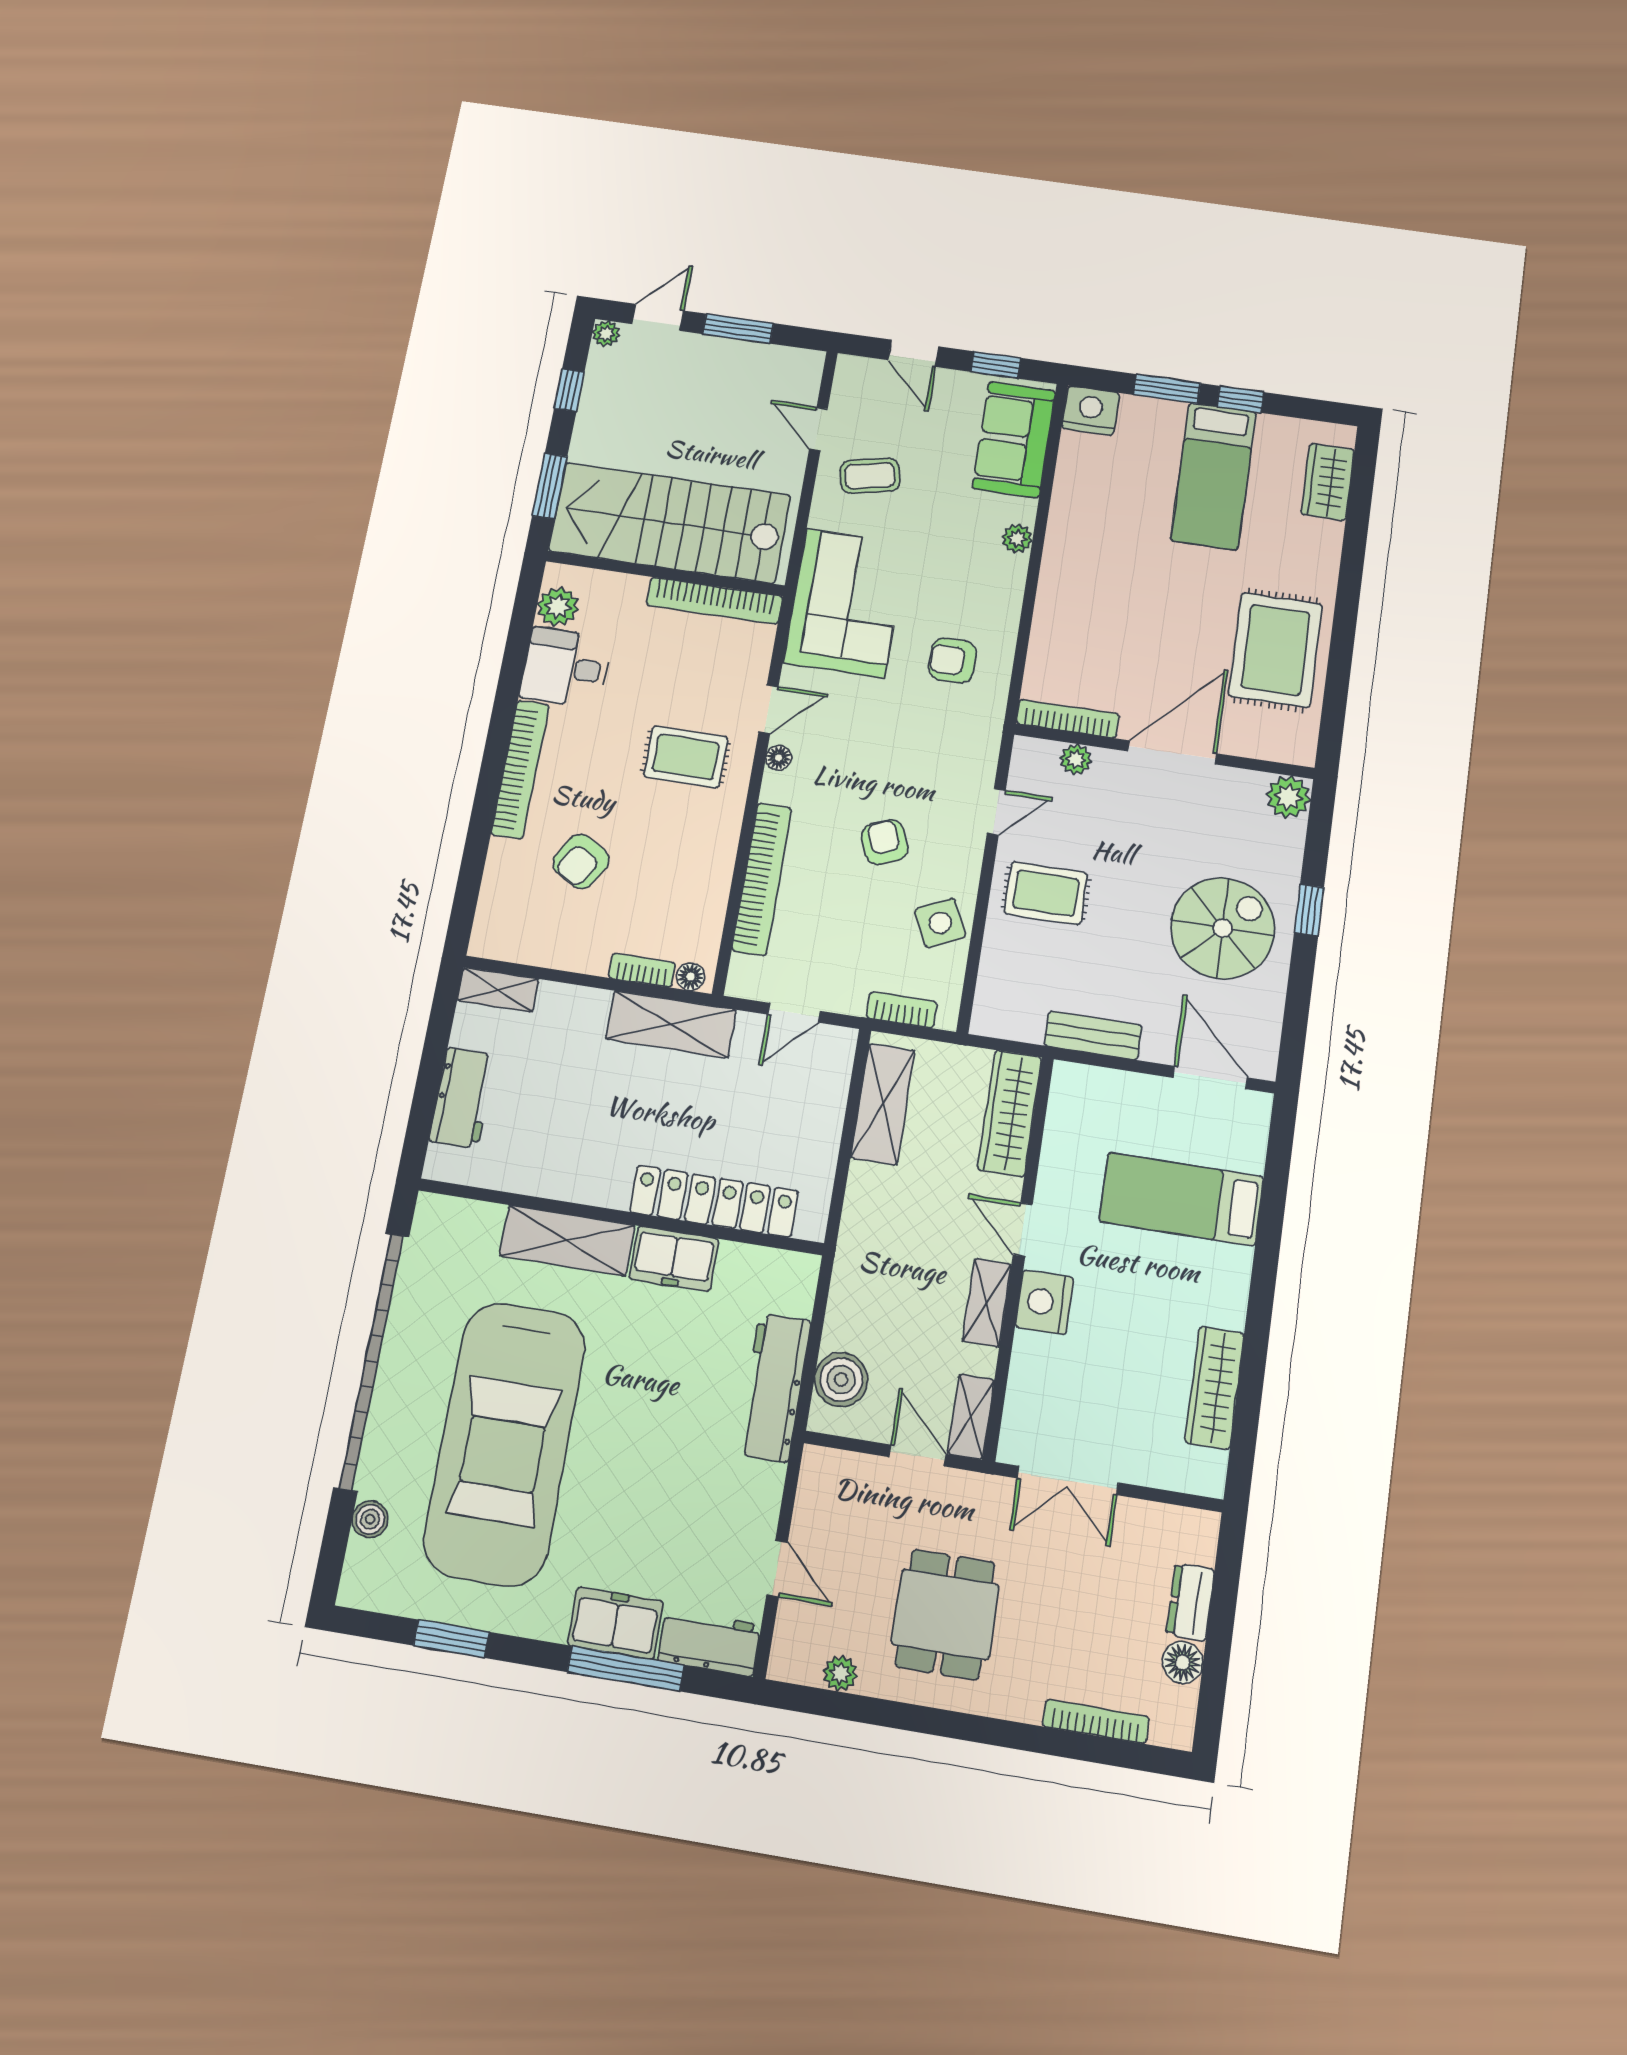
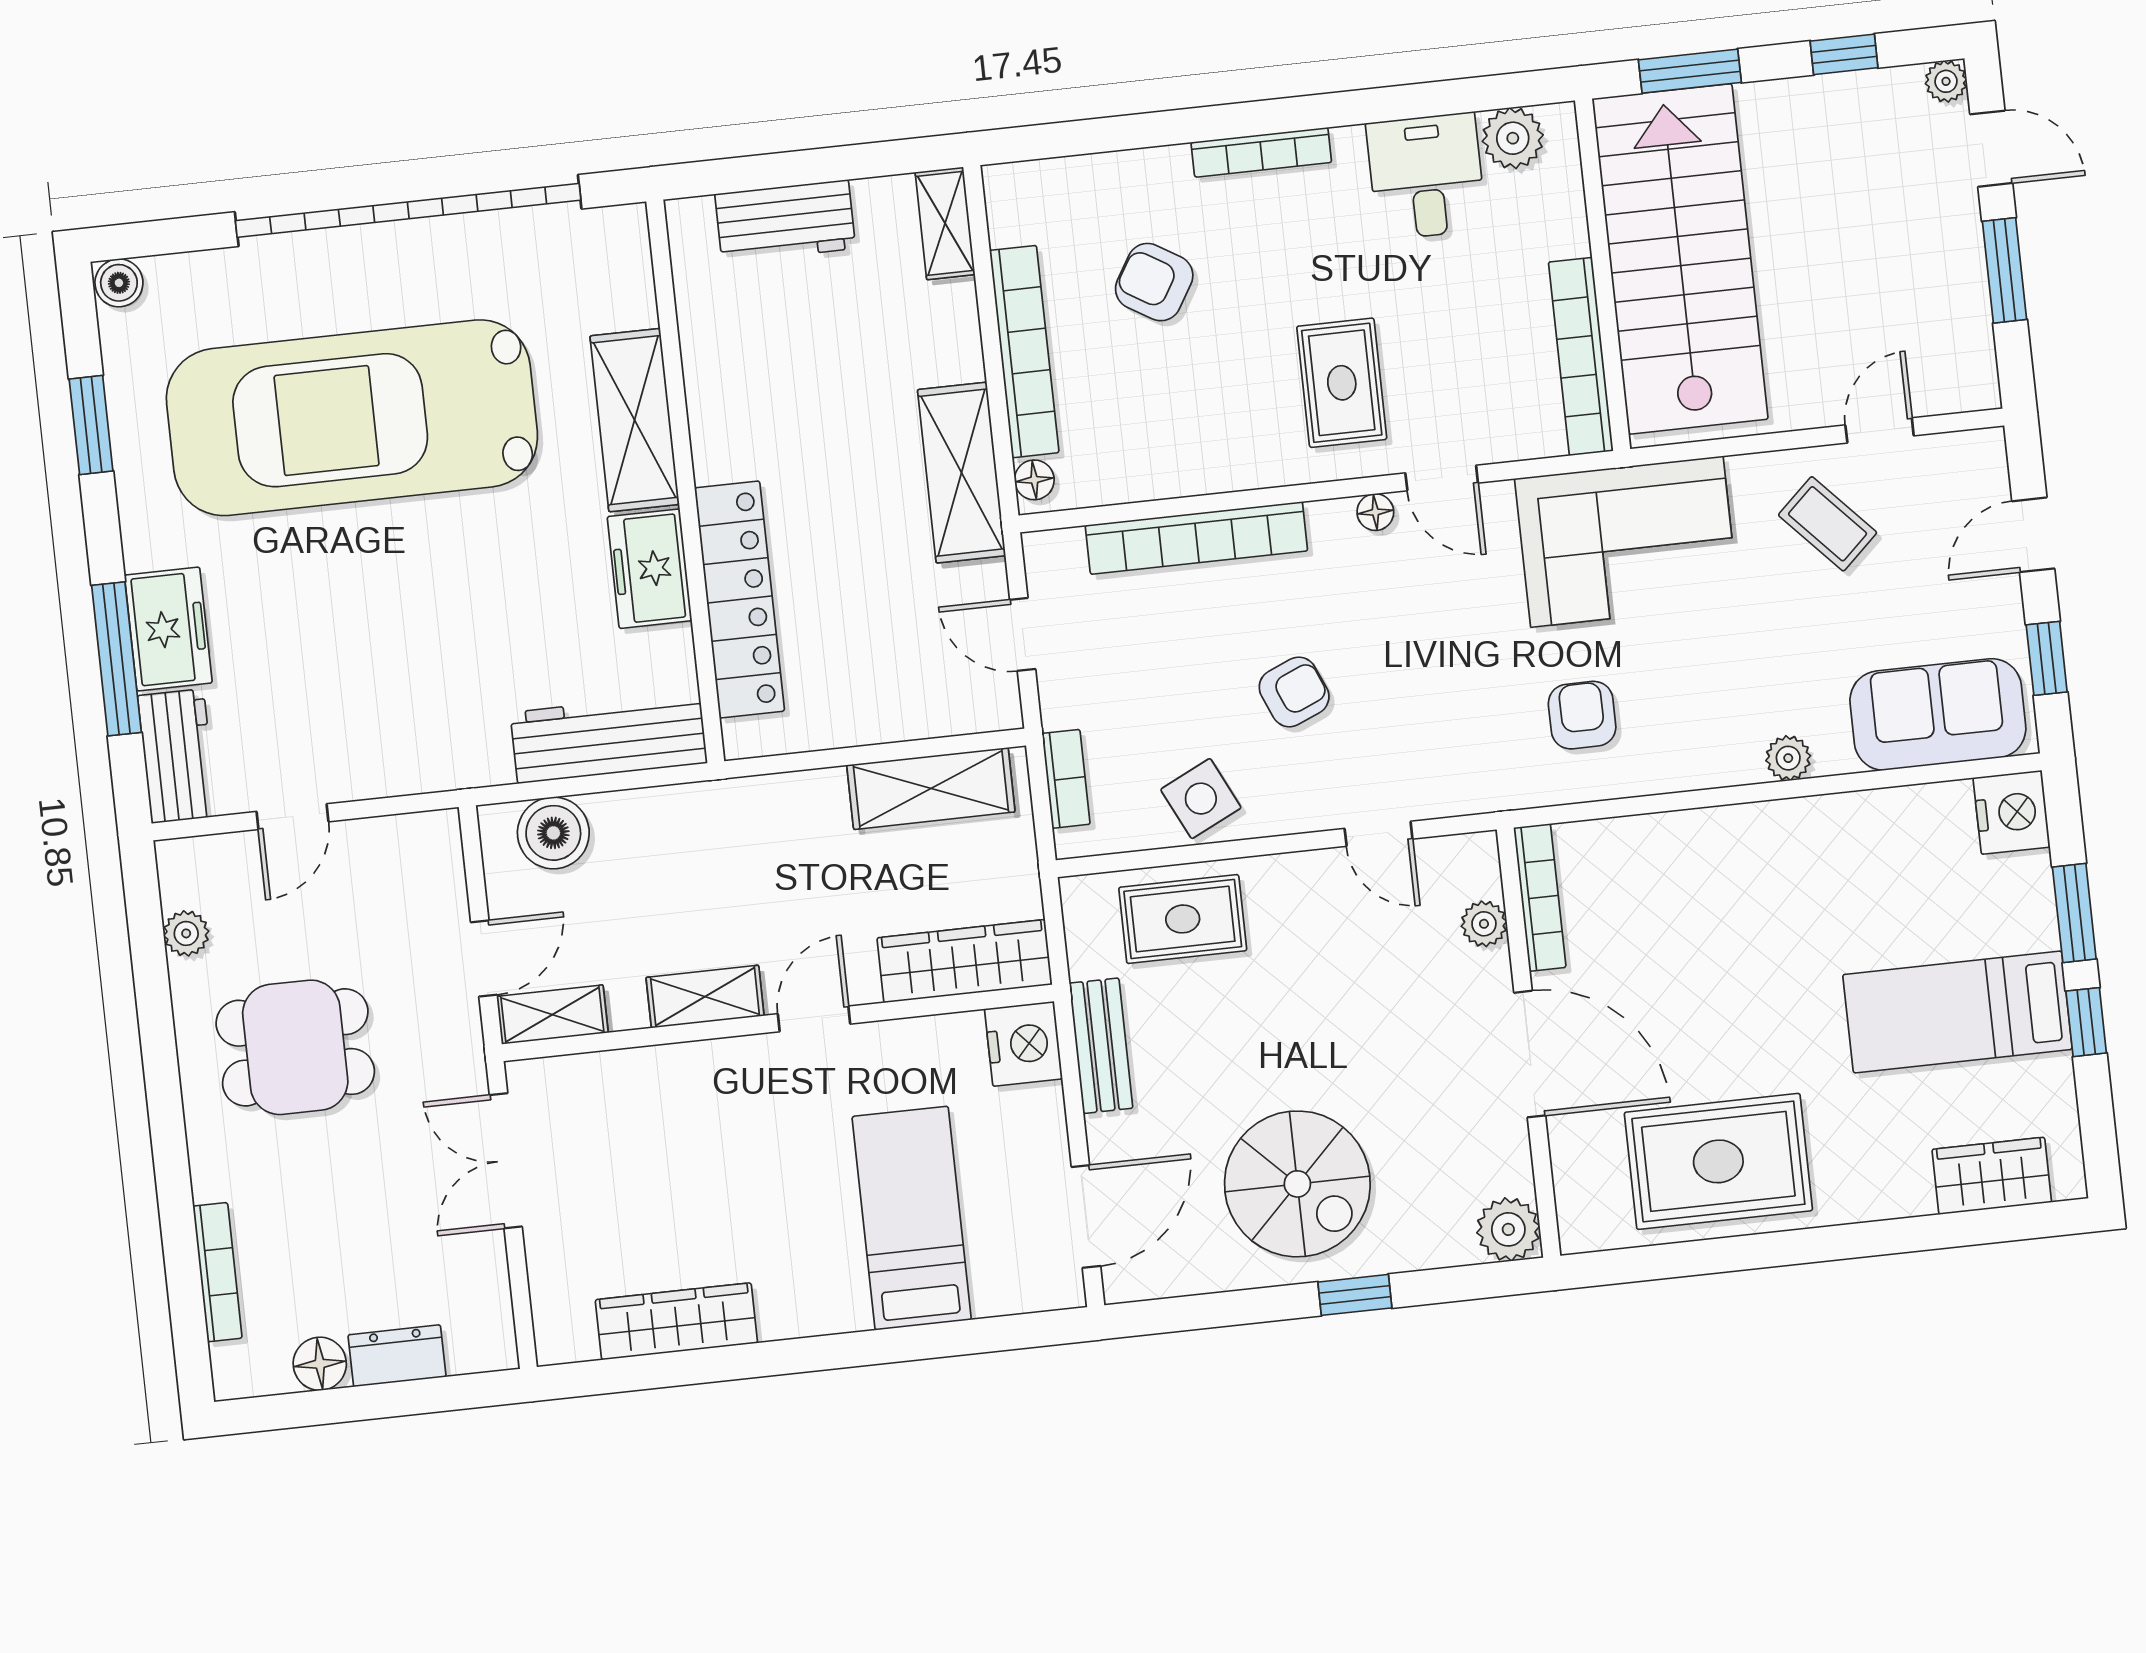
coffee table: (870, 476) -> (1828, 524), turned -31
bookcase: (520, 769) -> (1261, 152), width x0.68, depth x0.76
rug: (1046, 893) -> (1183, 919), moved, turned 90
bookcase: (642, 970) -> (1024, 352), width x2.31, depth x1.31
nightstand: (1044, 1302) -> (1023, 1044), moved, turned 90
workbench: (774, 1387) -> (609, 738), moved
boiler: (370, 1519) -> (119, 283), moved

